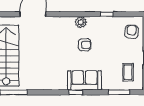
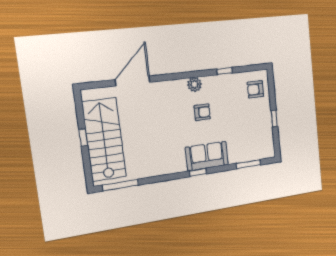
armchair: (132, 32) -> (255, 89), turned -96
coffee table: (128, 72) -> (256, 139), removed

